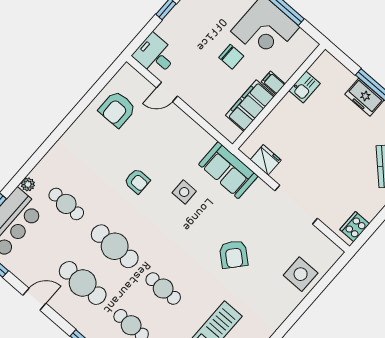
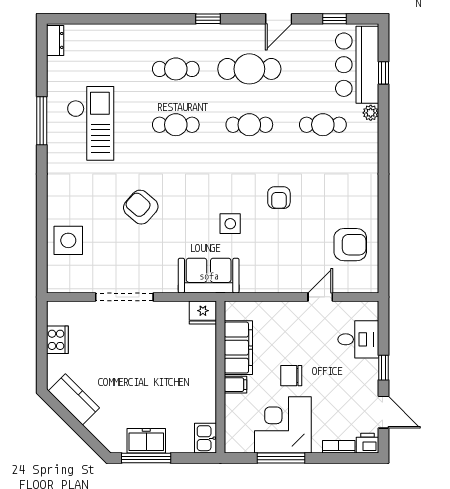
desk: (155, 55) -> (358, 339), moved
kitchen sink: (304, 87) -> (206, 438), moved
armchair: (117, 109) -> (350, 245), turned 90
fridge: (266, 160) -> (203, 313), moved
armchair: (137, 181) -> (279, 198), turned -90
cooker: (355, 227) -> (57, 340), moved
cafe table: (115, 246) -> (249, 125), width x0.73, depth x0.74

